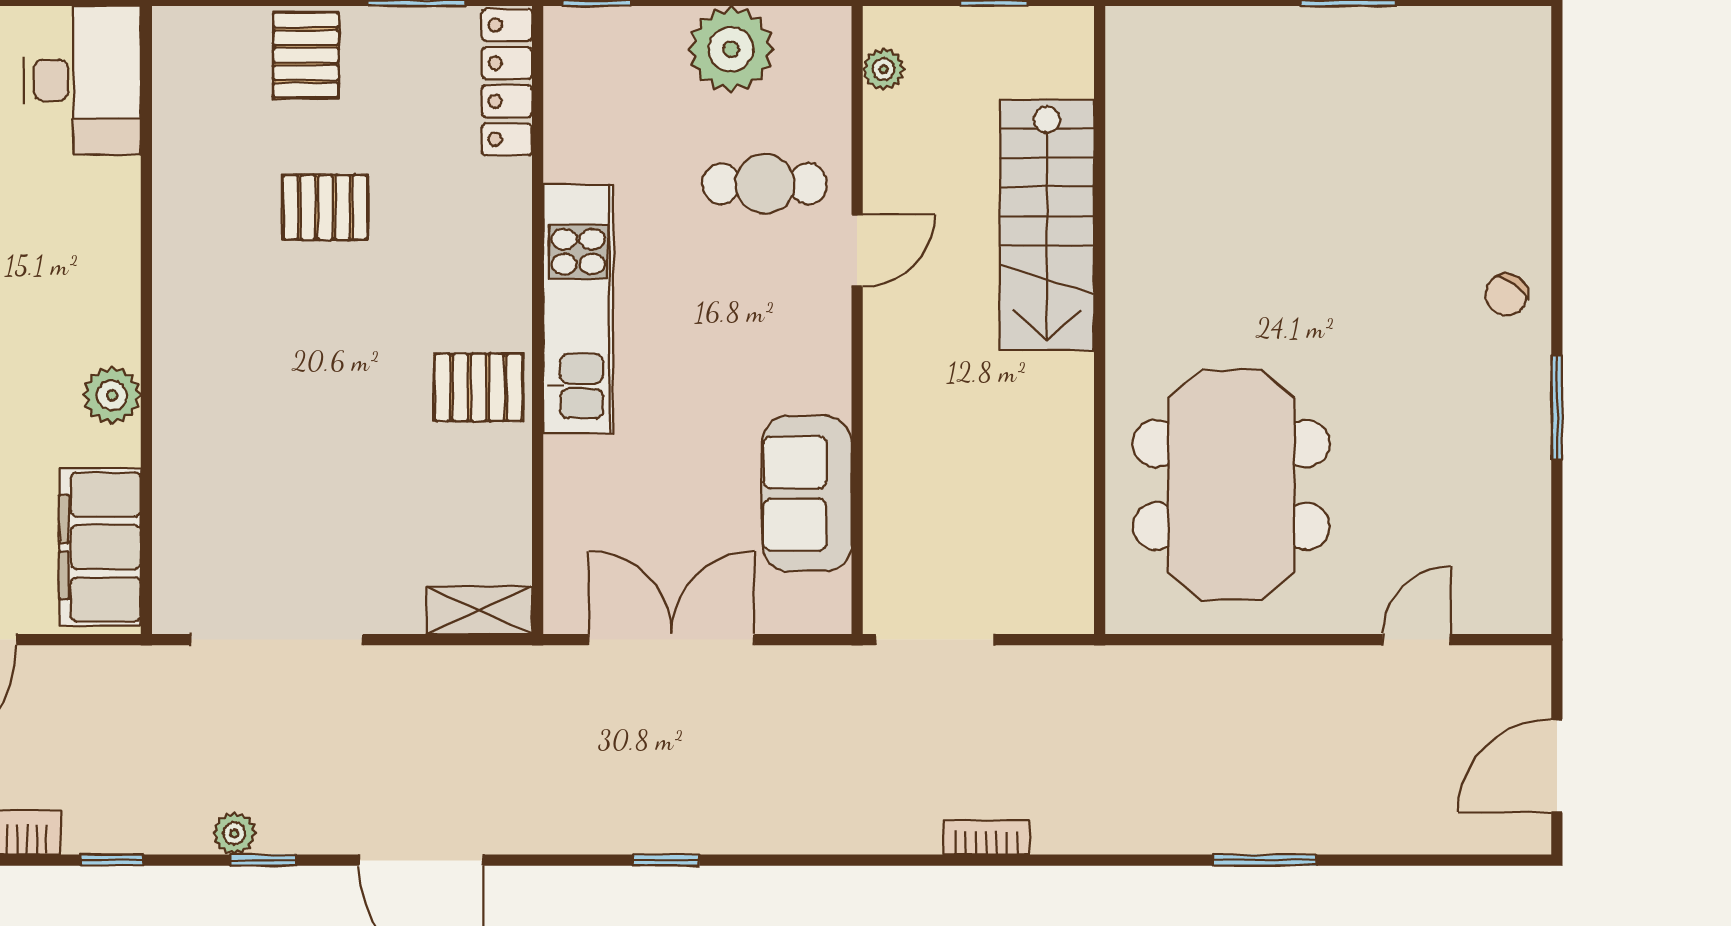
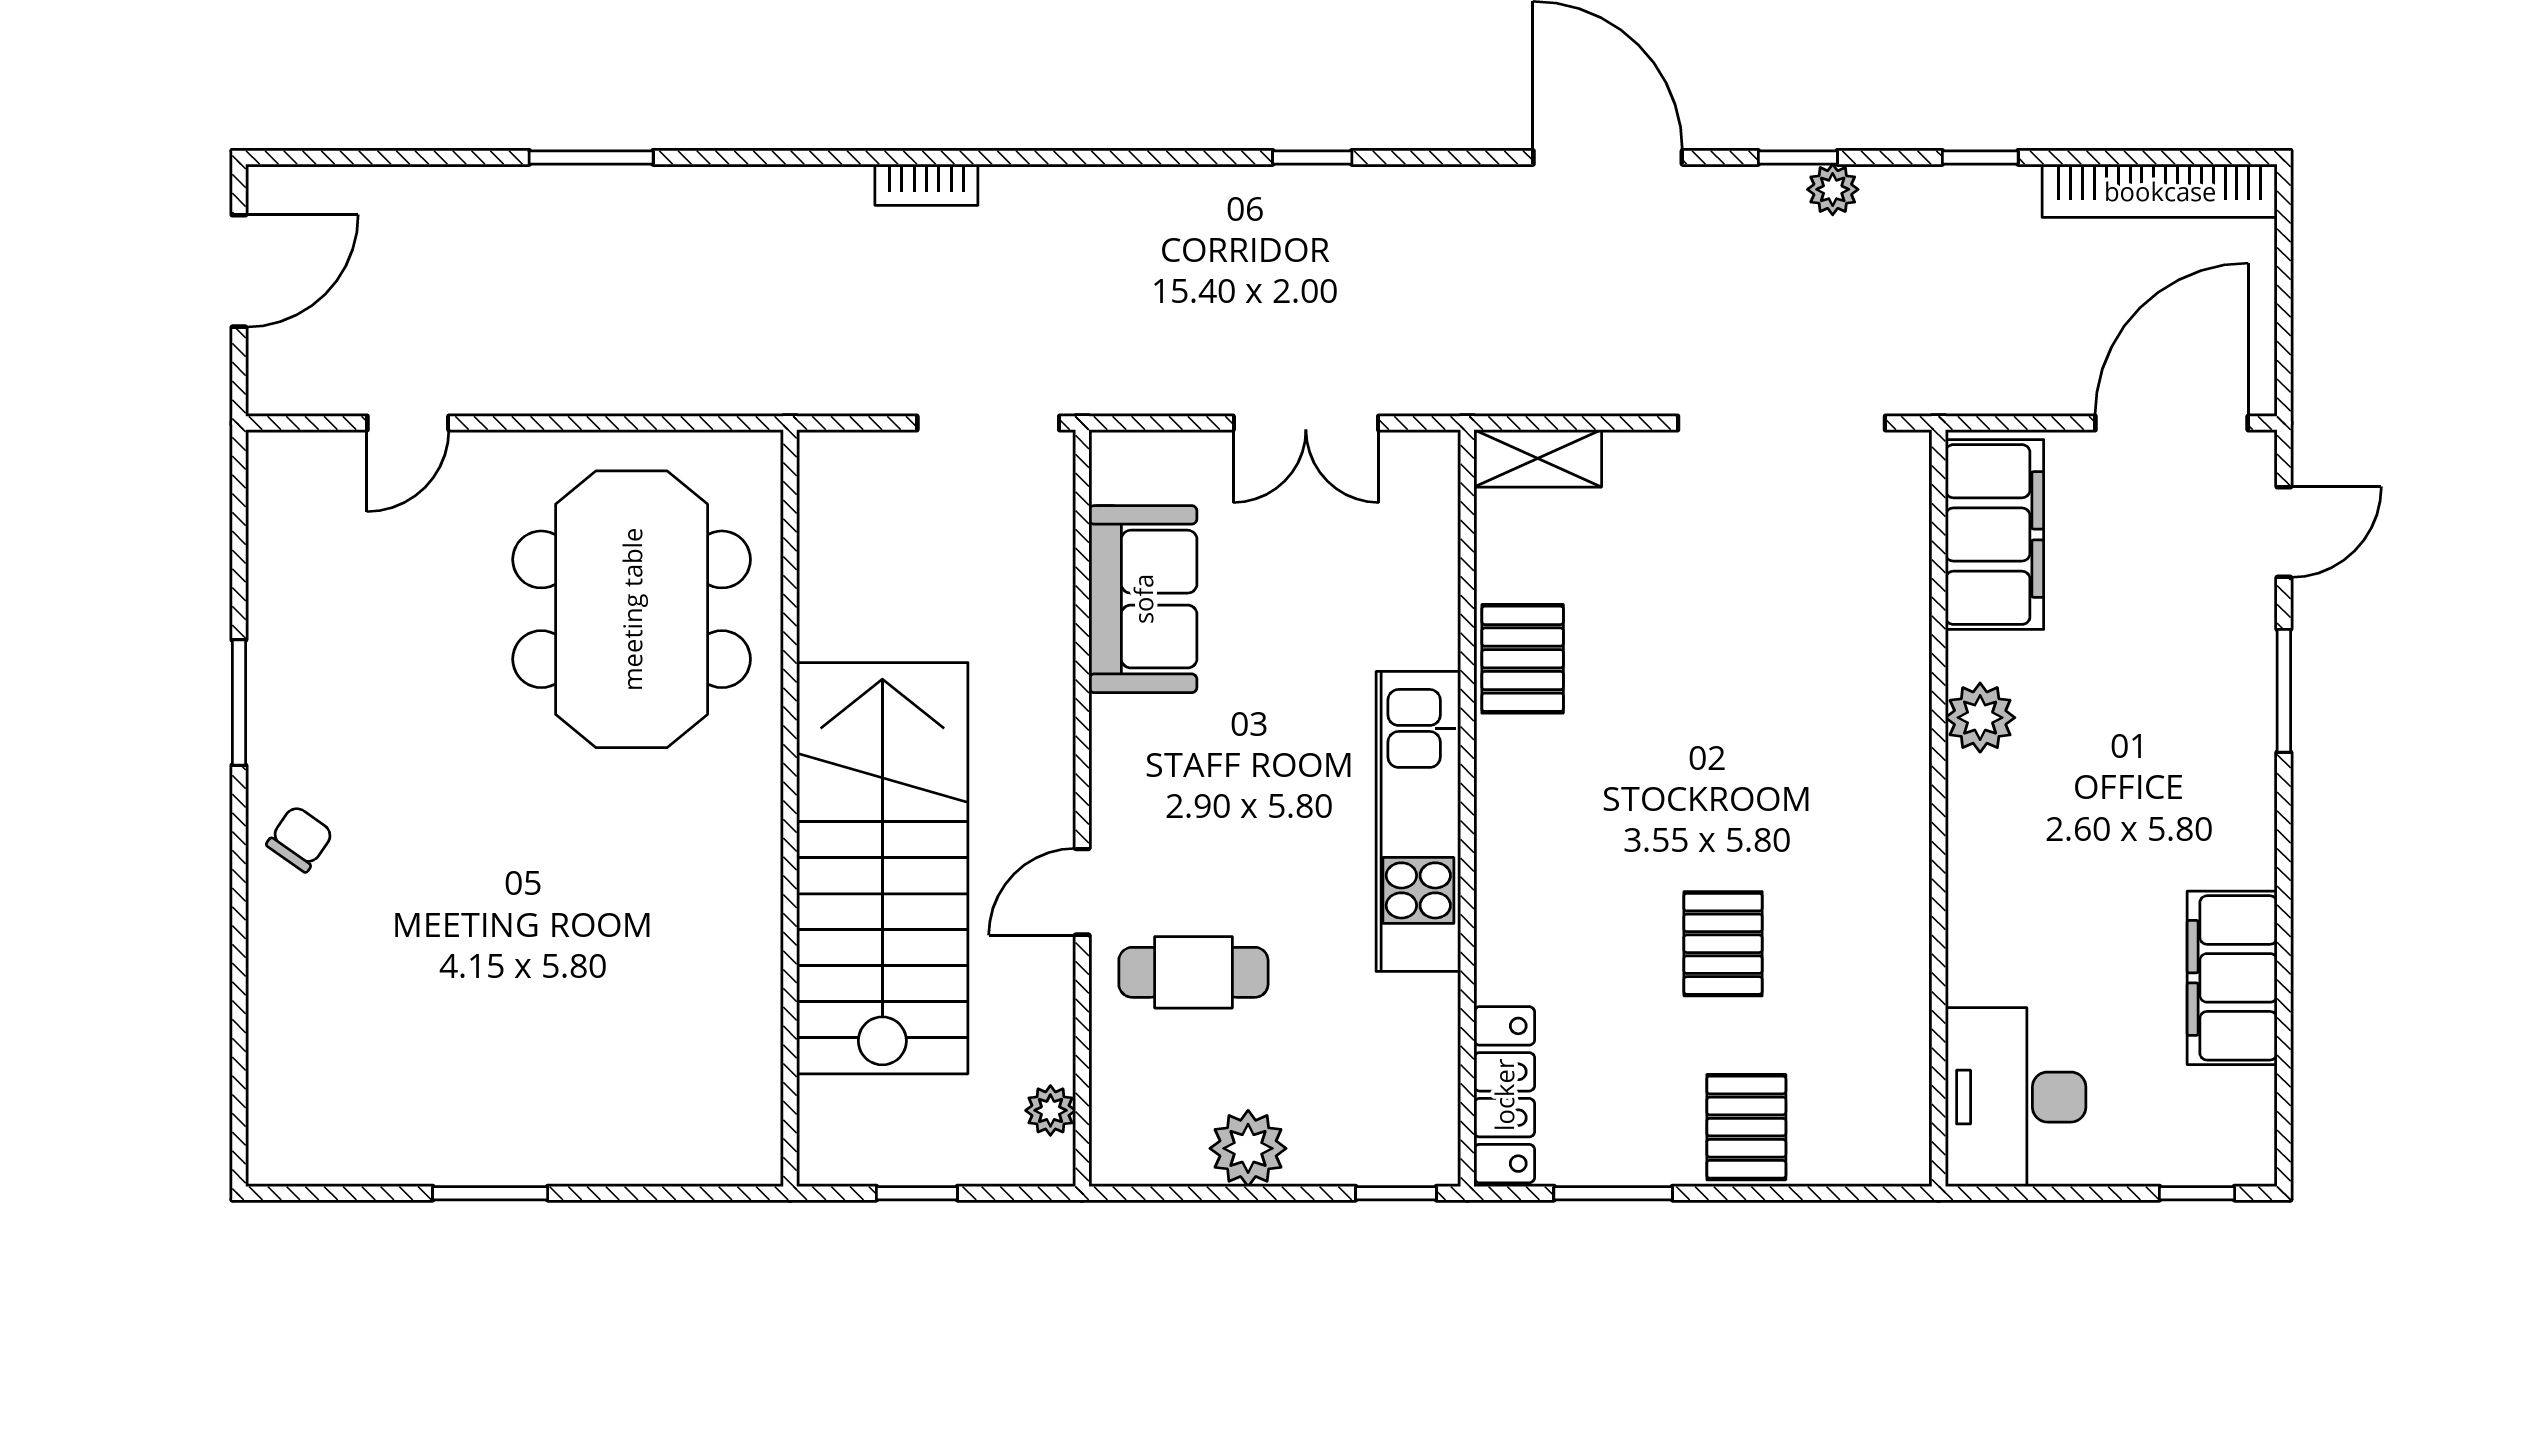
plant: (731, 49) -> (1248, 1148), width x0.73, depth x0.73
pallet: (325, 207) -> (1723, 944), turned 90
stairs: (1047, 225) -> (882, 868), width x1.36, depth x1.51
pallet: (479, 387) -> (1523, 659), moved, turned 90
double door: (671, 640) -> (1306, 423), width x0.73

